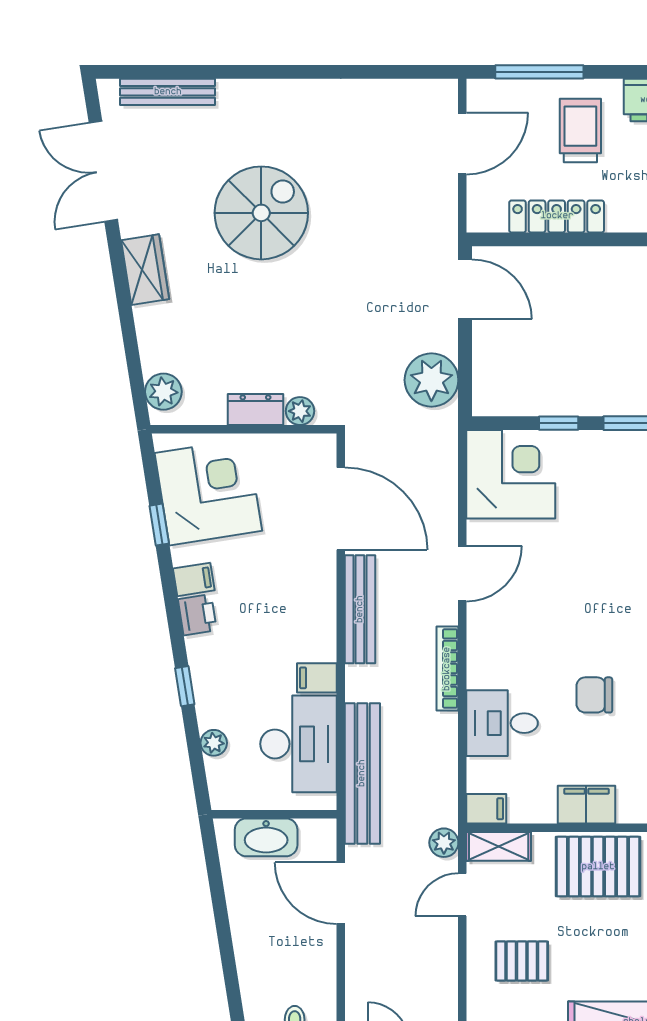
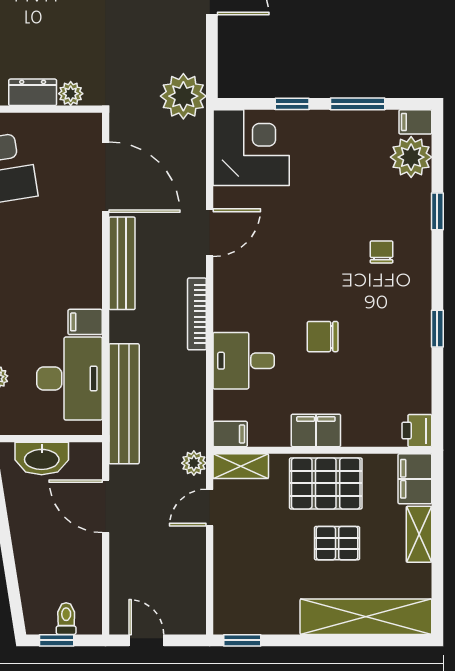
plant: (431, 380) -> (183, 96), moved
pallet: (522, 961) -> (337, 543), moved

